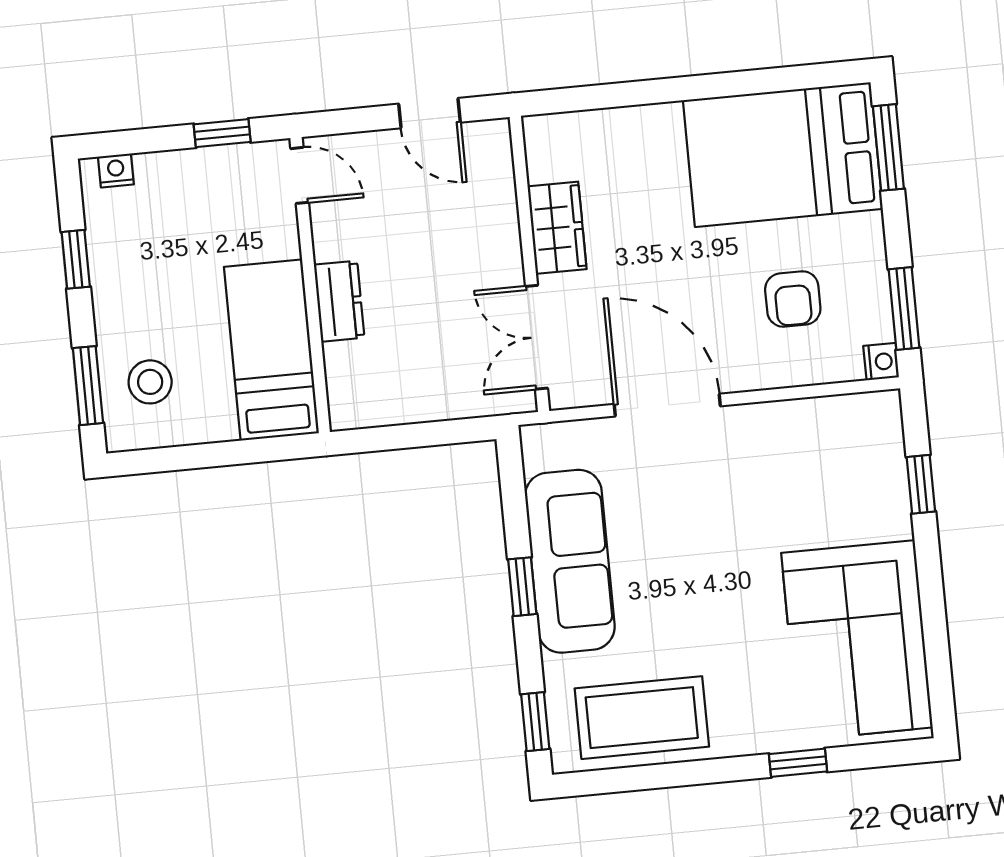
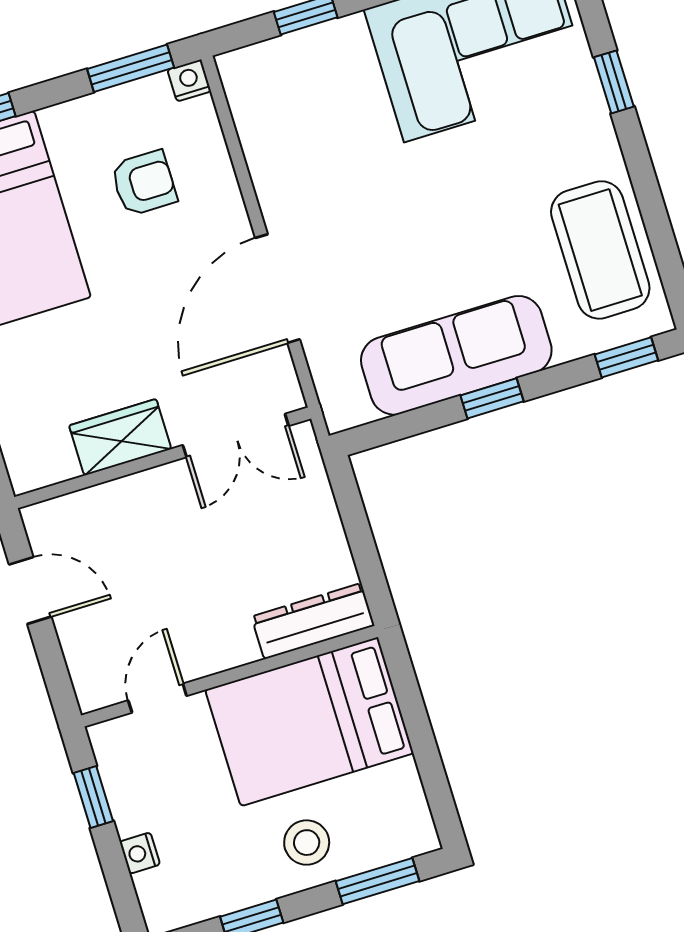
door: (429, 113) -> (30, 591), hinge flipped
nightstand: (116, 171) -> (140, 853), moved
door: (300, 175) -> (157, 698), moved
dresser: (339, 301) -> (313, 621), moved, width x1.44
bed: (271, 350) -> (309, 722), width x1.50
stool: (150, 382) -> (307, 843), moved

